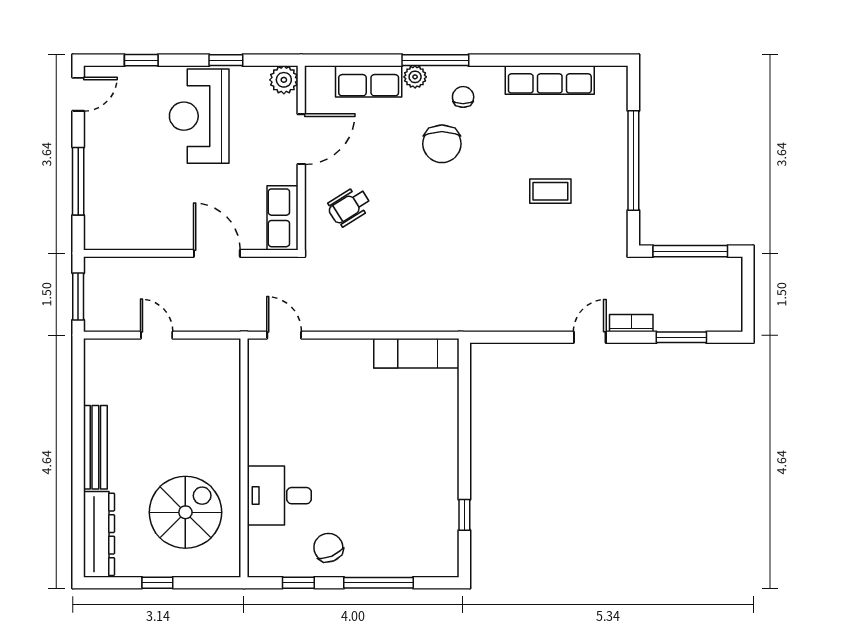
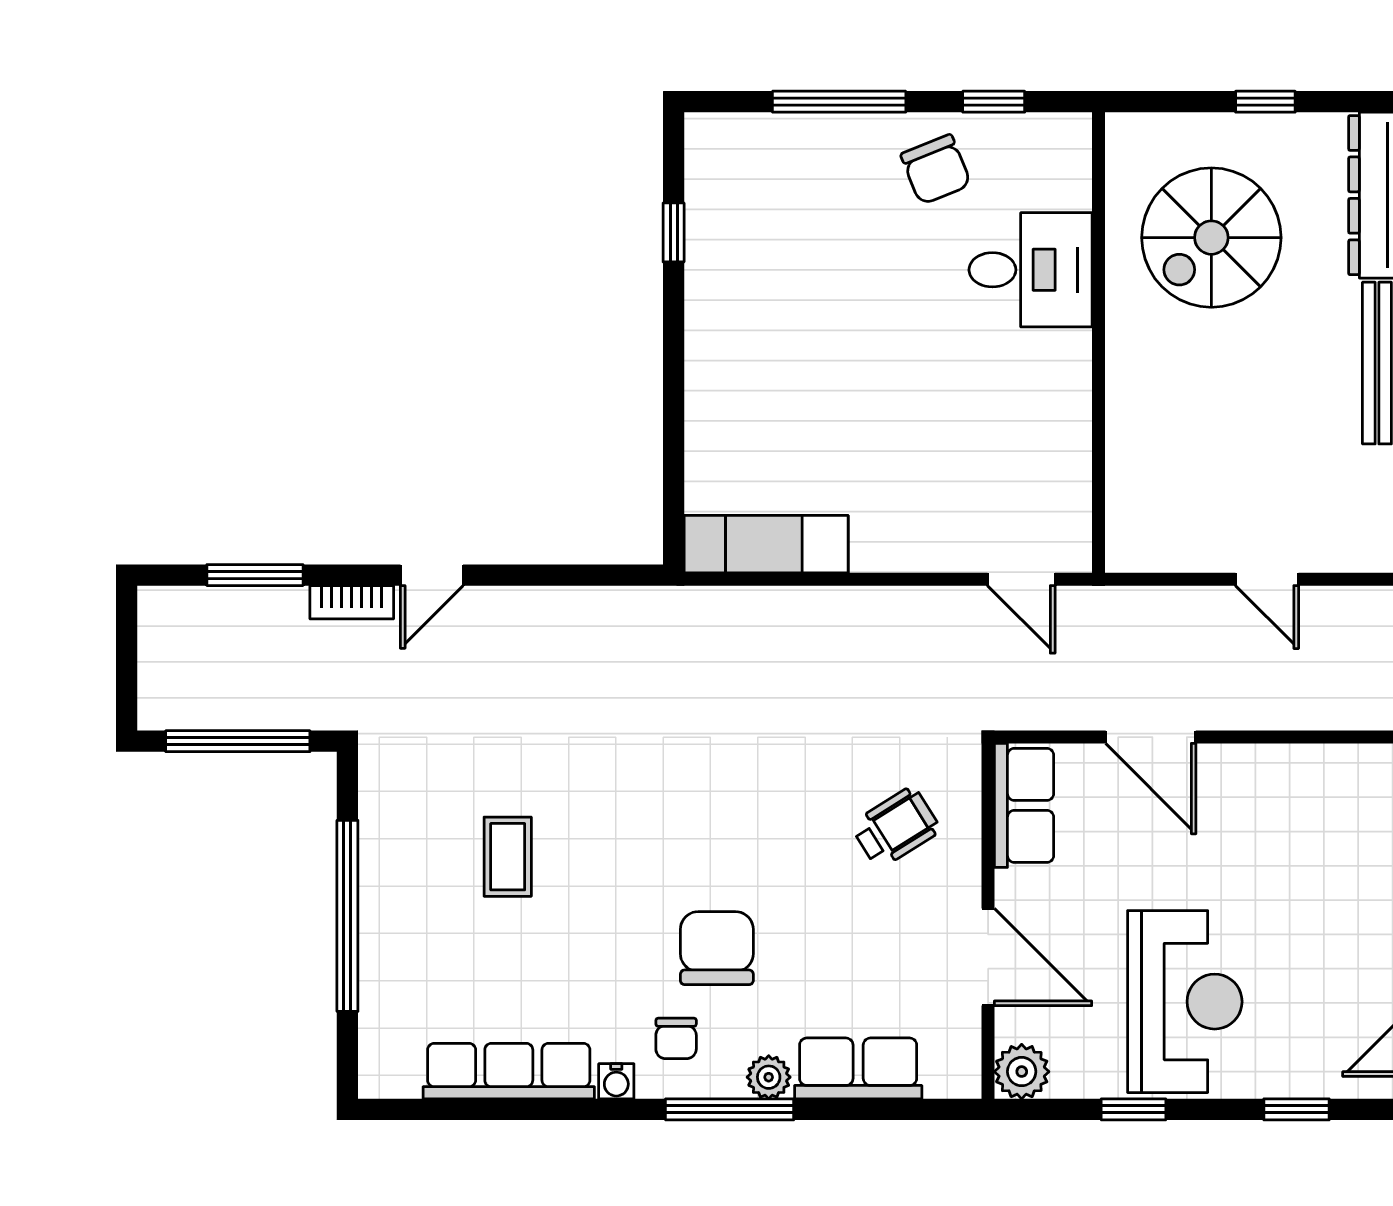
water cooler: (494, 75) -> (616, 1081), added
door: (301, 139) -> (988, 957), swing flipped
coffee table: (550, 191) -> (508, 857), turned 90

